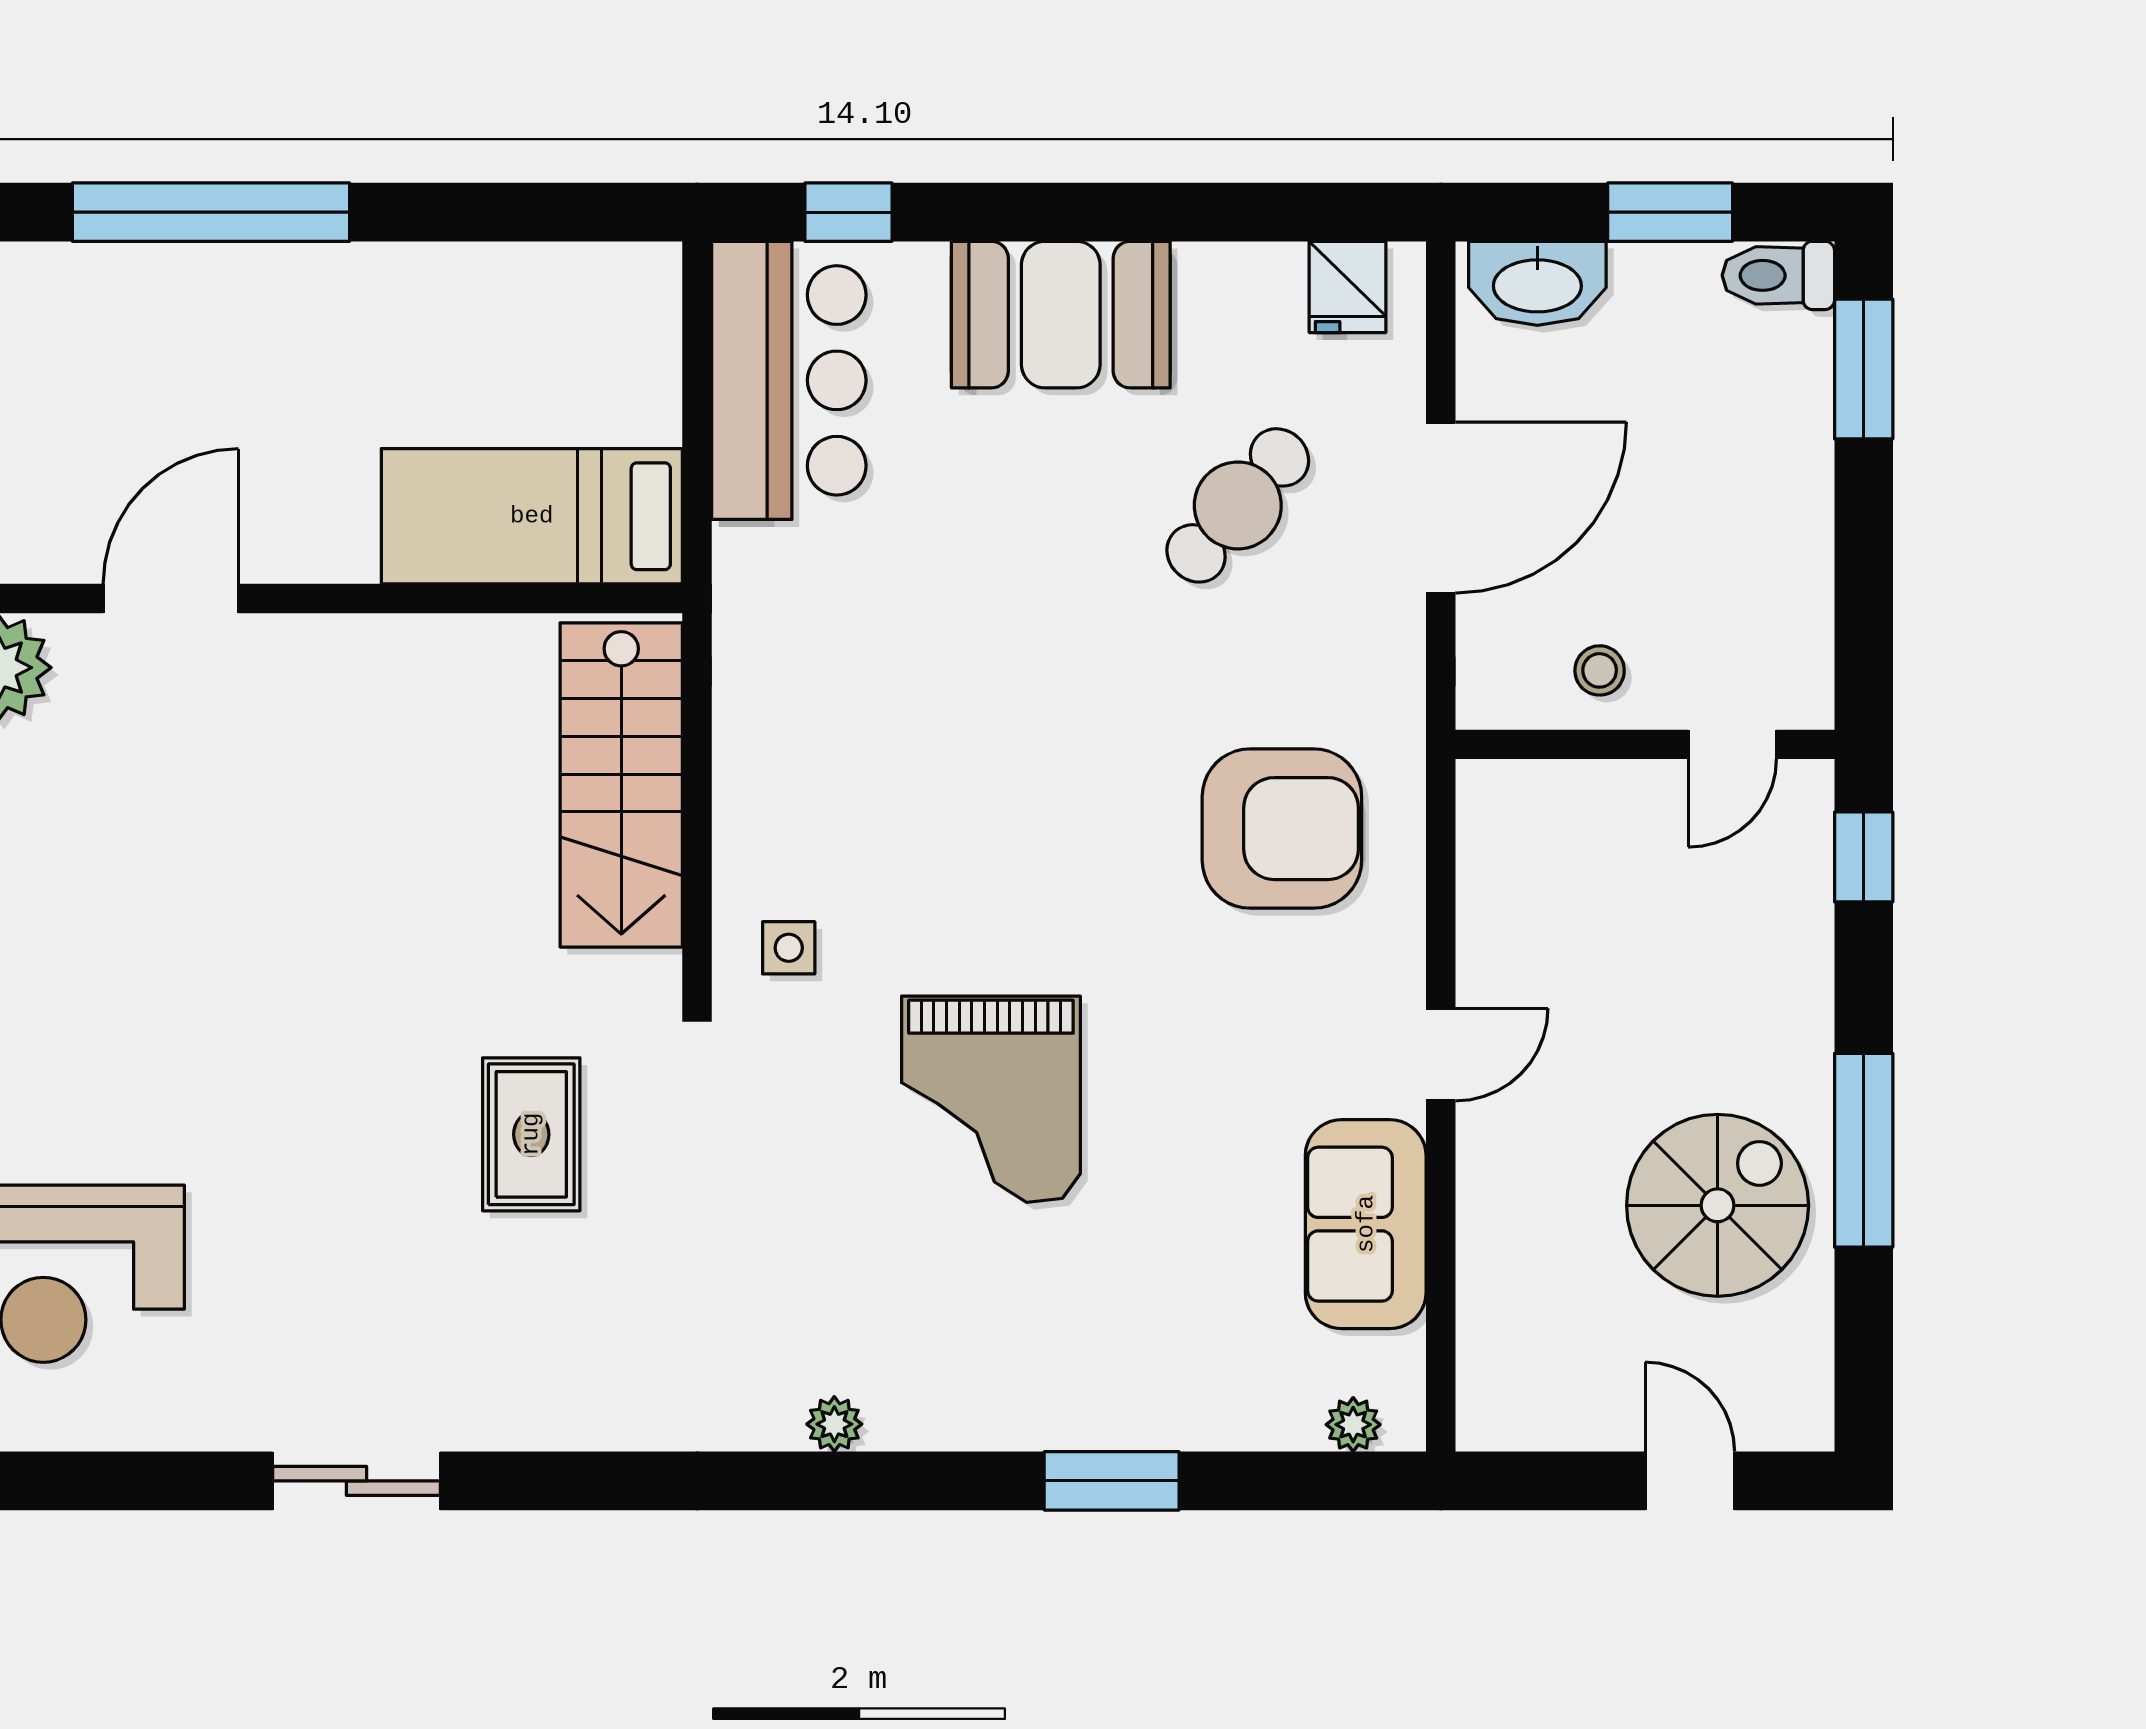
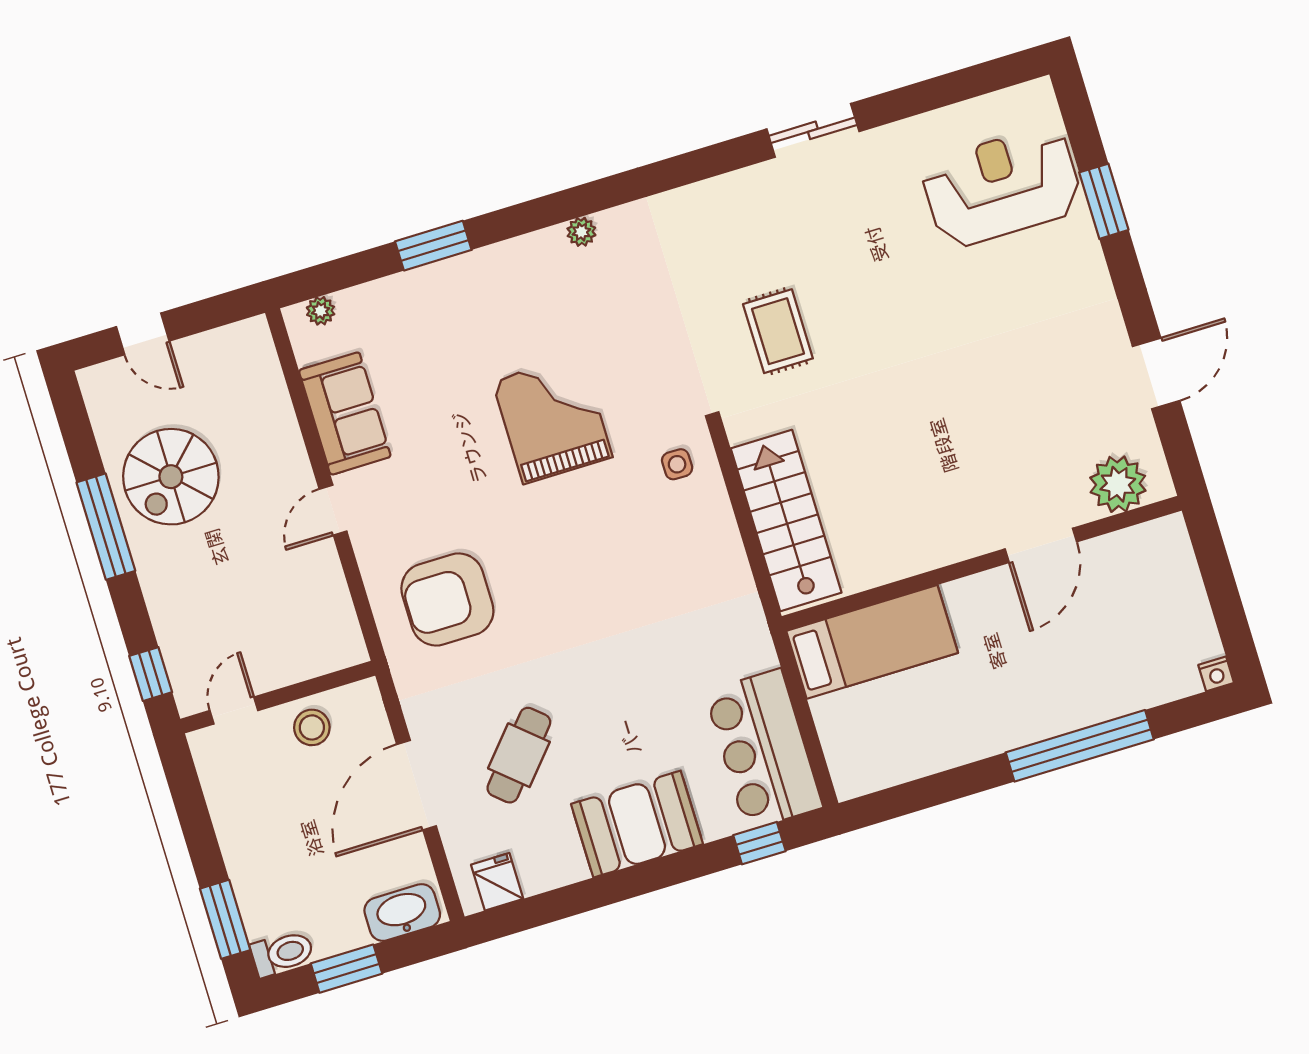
stool: (1600, 670) -> (312, 727), width x1.37, depth x1.37

